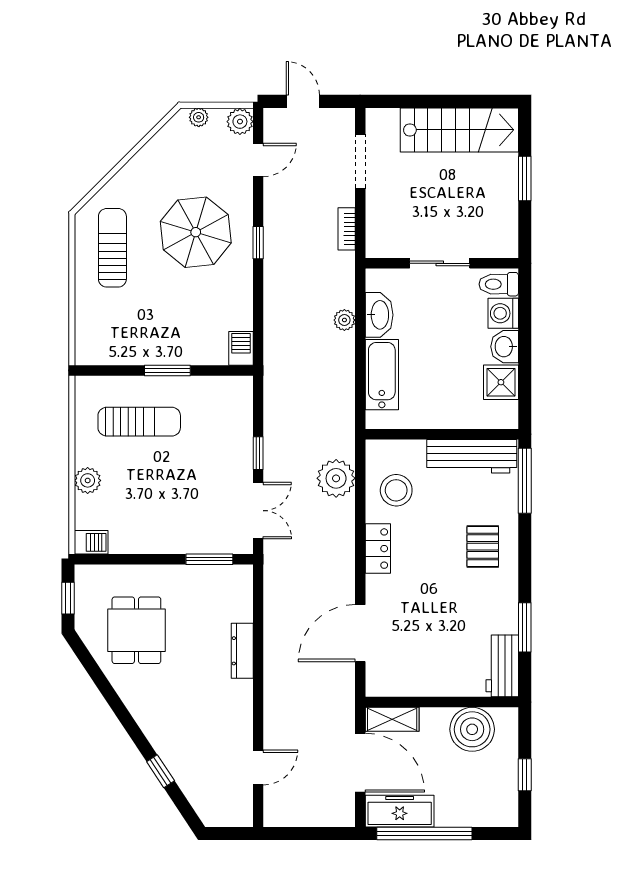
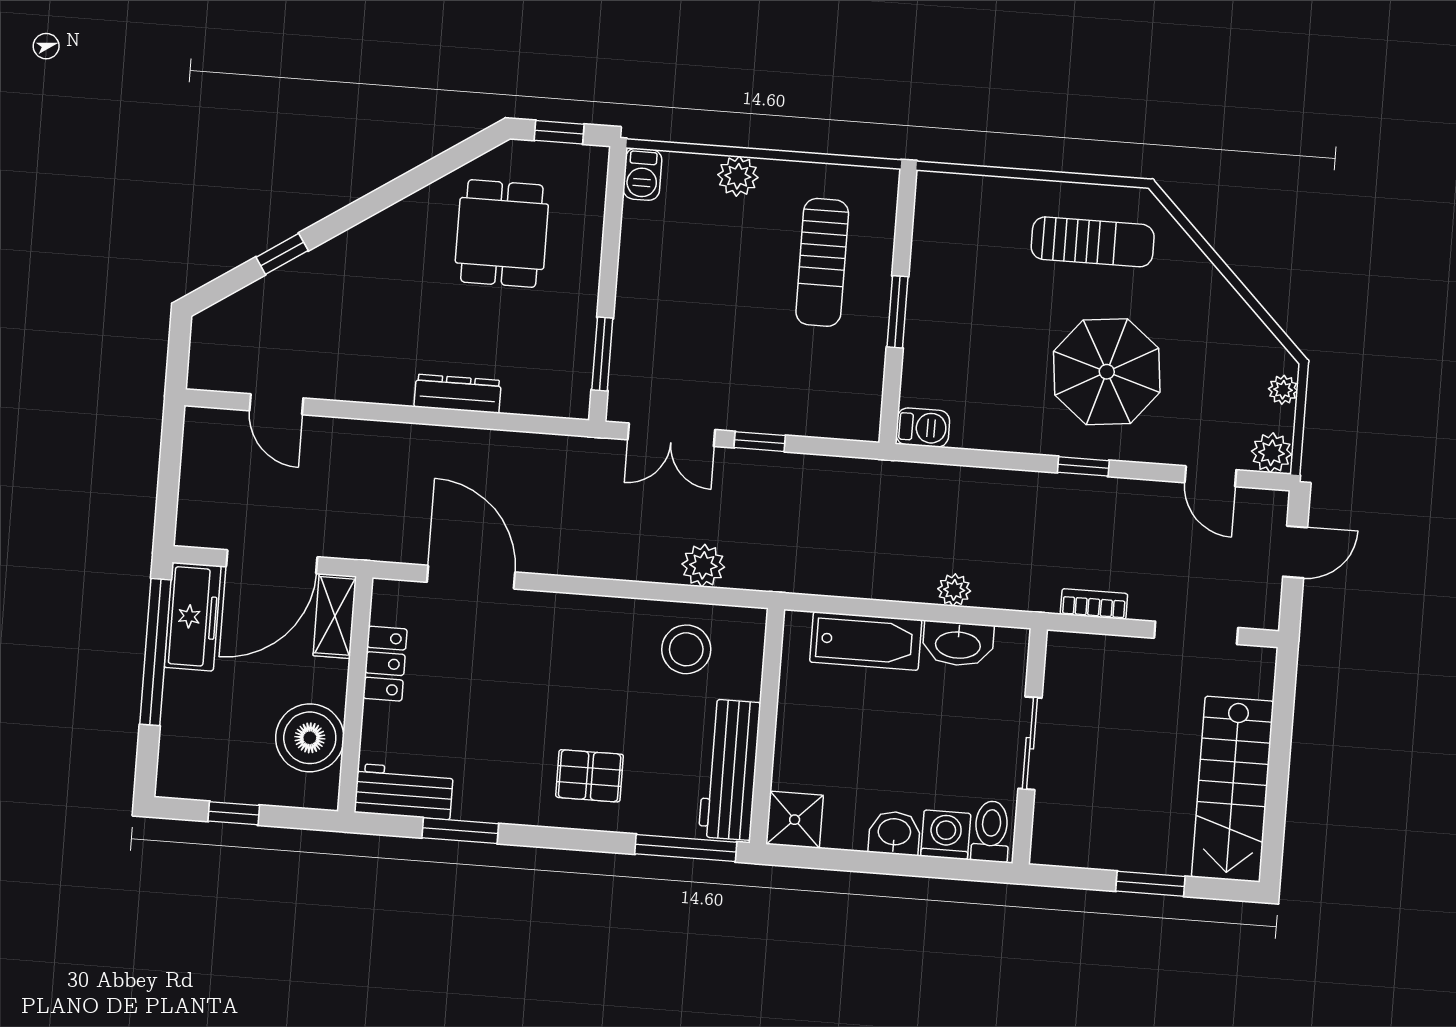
shower: (501, 382) -> (795, 820), moved
plant: (336, 478) -> (703, 565), width x0.73, depth x0.73
locker: (378, 549) -> (385, 664), moved, turned -90
dining table: (136, 630) -> (502, 234), turned 90

